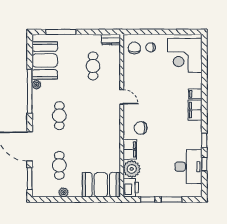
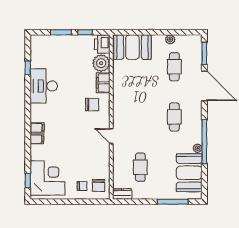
filing cabinet: (195, 110) -> (37, 128), width x0.50
window: (204, 140) -> (28, 181), moved
desk: (189, 167) -> (44, 86), moved

